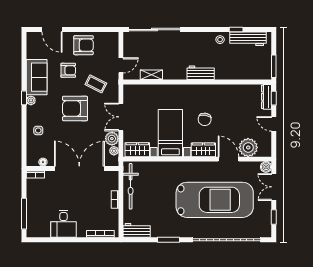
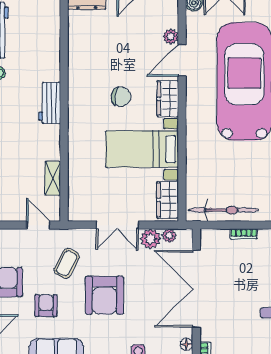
plant: (248, 147) -> (171, 37), width x0.53, depth x0.53

